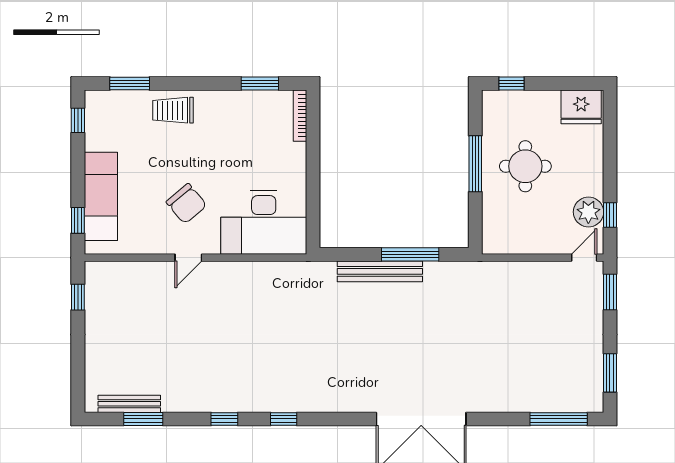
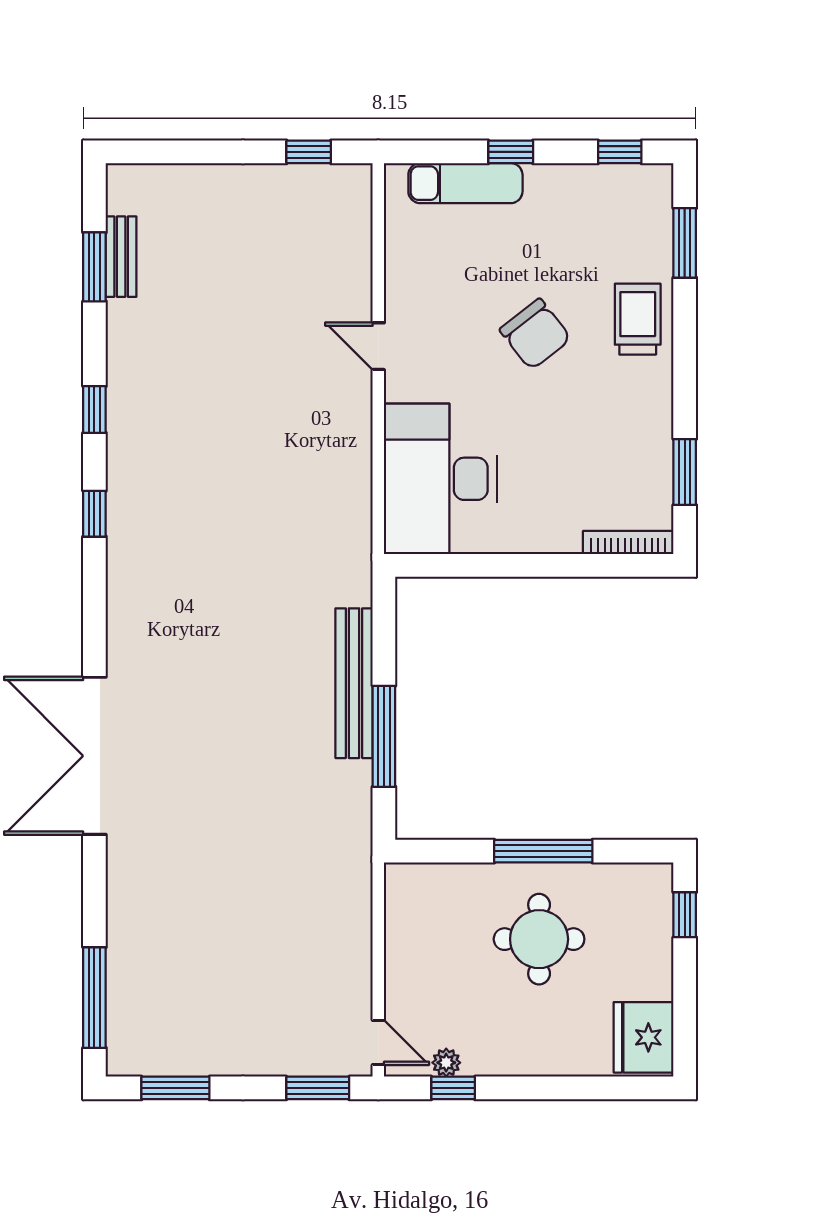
exam couch: (101, 196) -> (465, 183), width x0.73, depth x0.69
chair: (186, 204) -> (535, 334), moved, turned -88
plant: (588, 212) -> (446, 1063), width x0.53, depth x0.53
window: (78, 220) -> (511, 152), moved
bench: (129, 404) -> (121, 257), width x0.73

